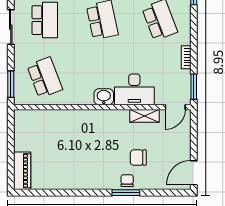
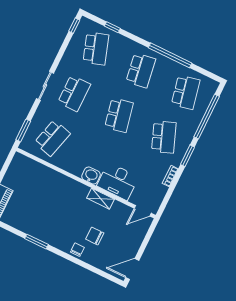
school desk: (45, 77) -> (52, 138), turned 36
window: (194, 87) -> (188, 156), moved
shelving: (144, 116) -> (100, 199), moved
window: (126, 193) -> (37, 242), moved

